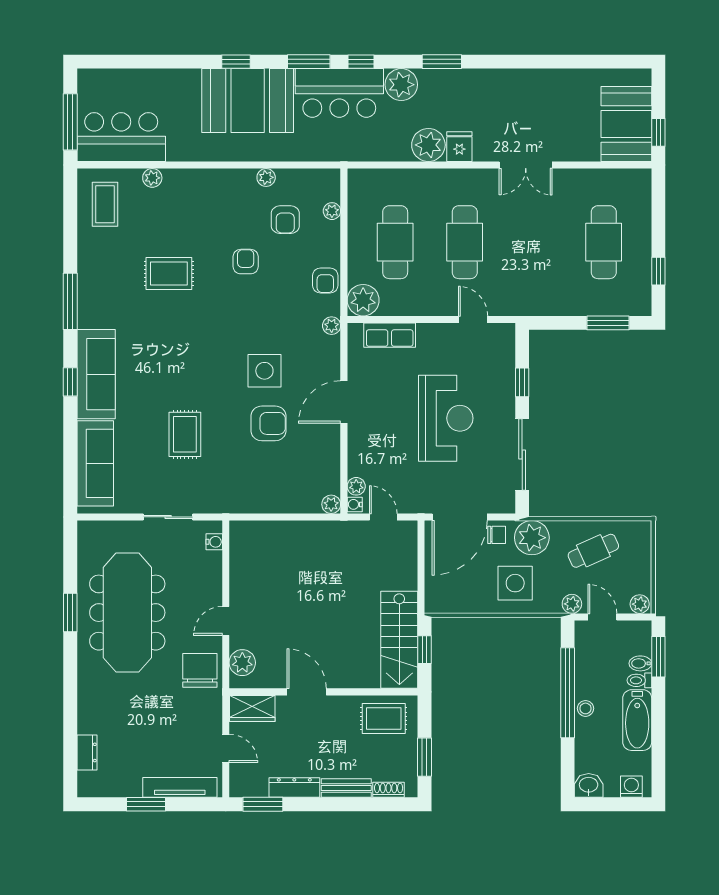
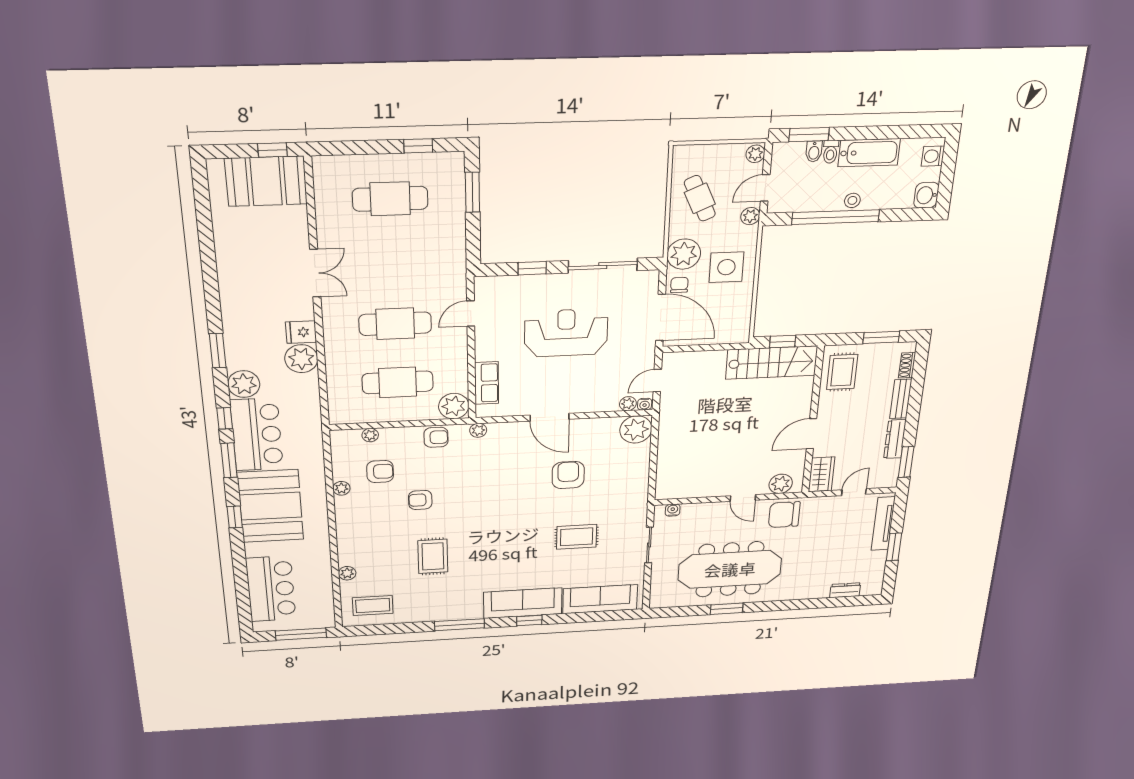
bar counter: (121, 137) -> (271, 589), moved, turned 180
side table: (264, 371) -> (520, 480), removed
plant: (331, 504) -> (636, 430), width x1.88, depth x1.88

